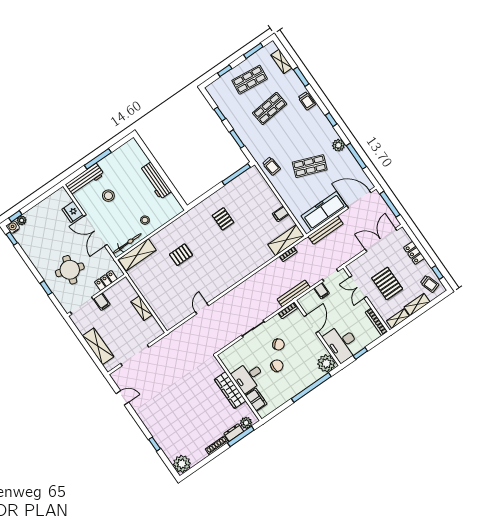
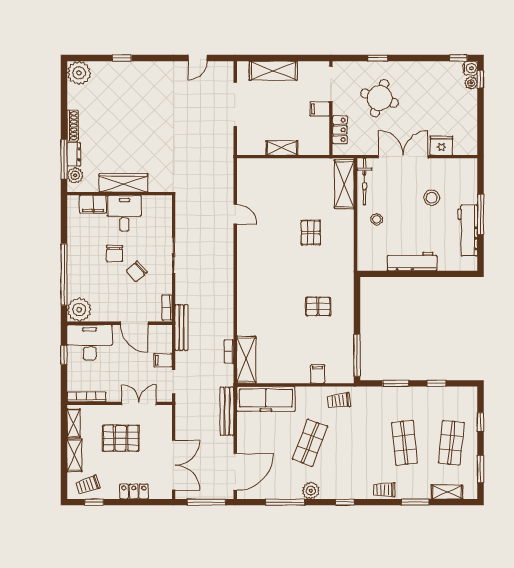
workbench: (85, 180) -> (468, 231), moved
freezer: (324, 211) -> (266, 399), moved, turned 90
filing cabinet: (281, 214) -> (318, 374), moved

